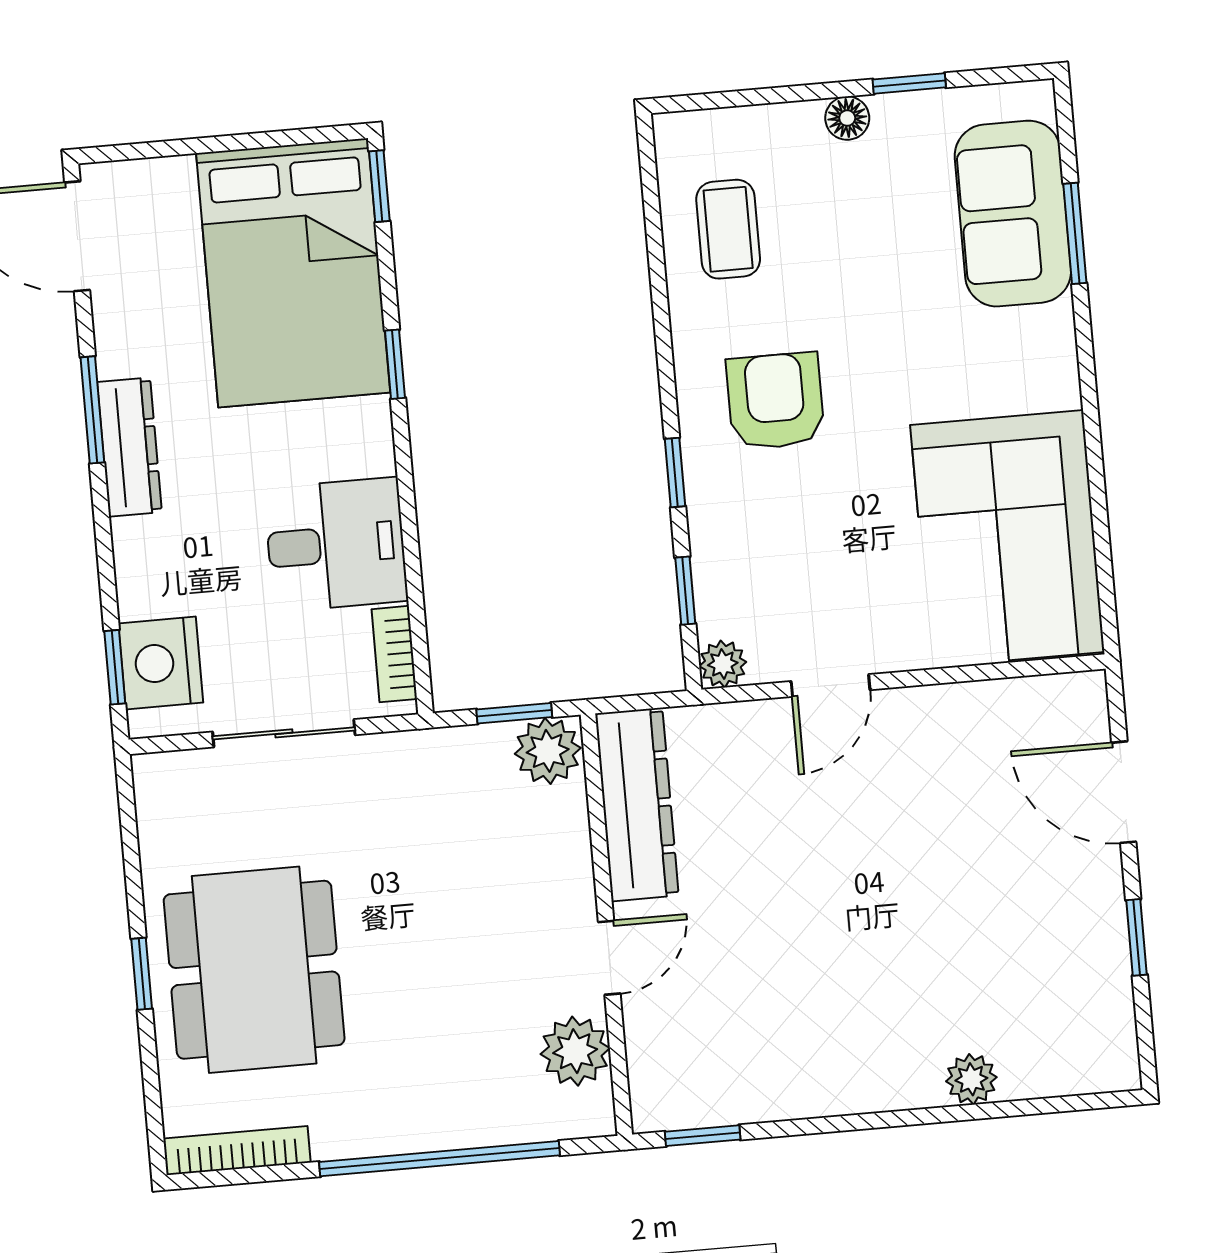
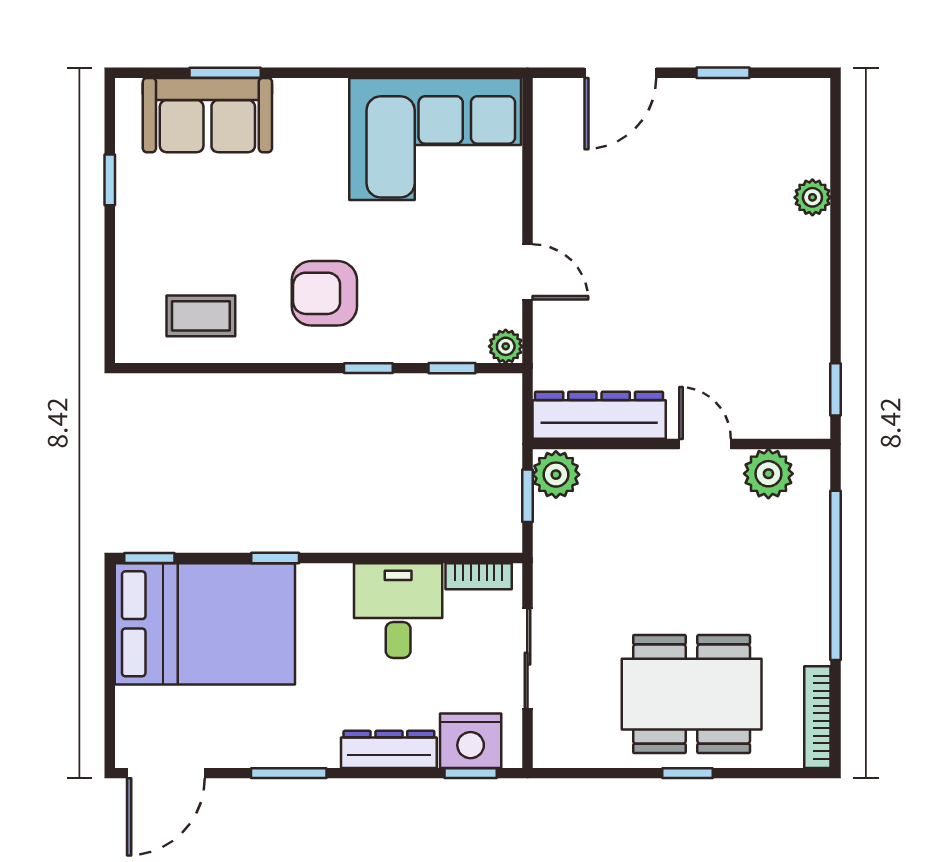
floor lamp: (847, 118) -> (130, 225), removed
dresser: (129, 447) -> (389, 749), moved

